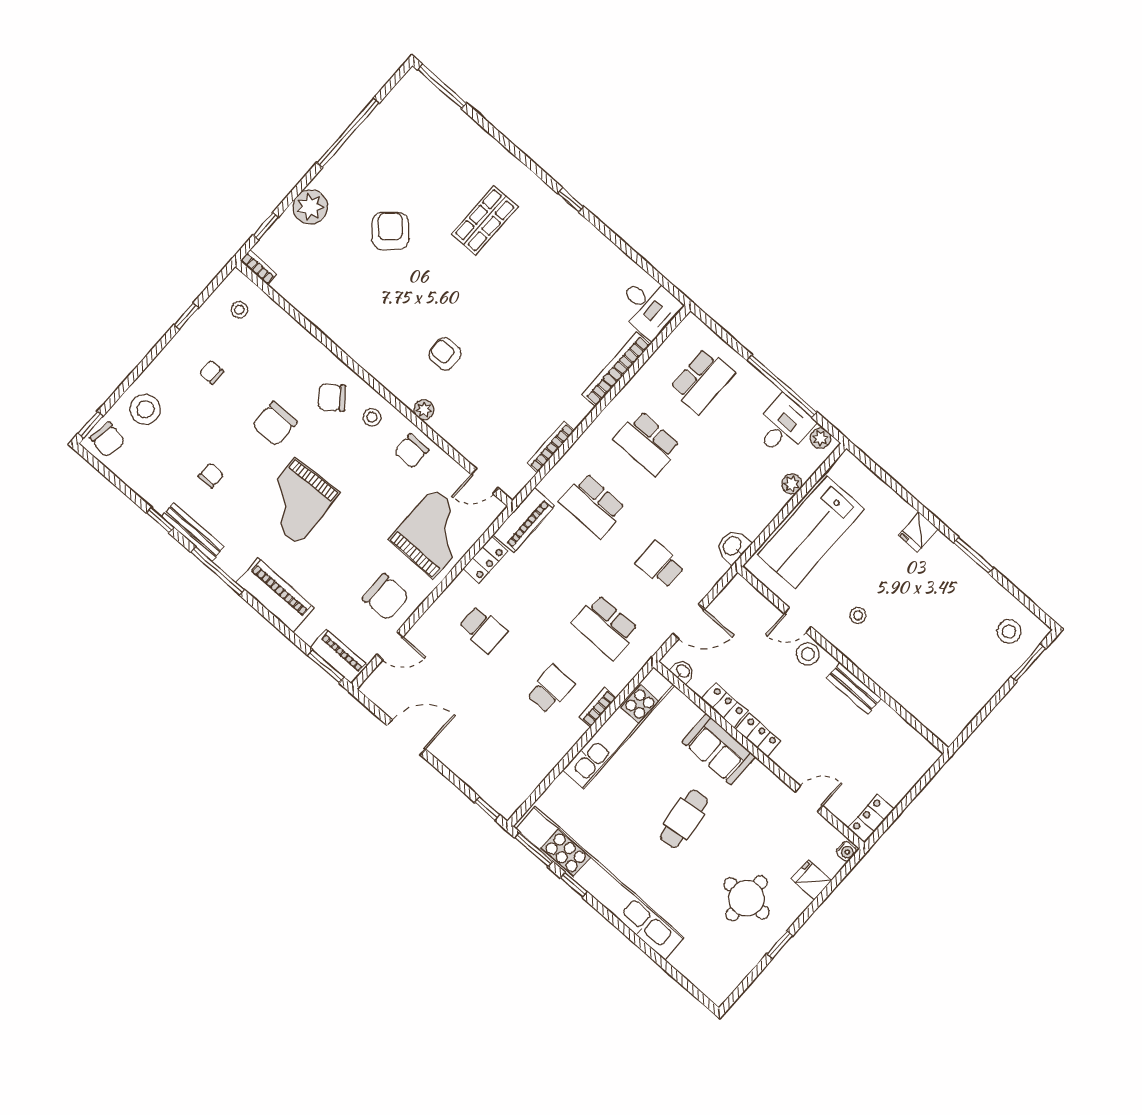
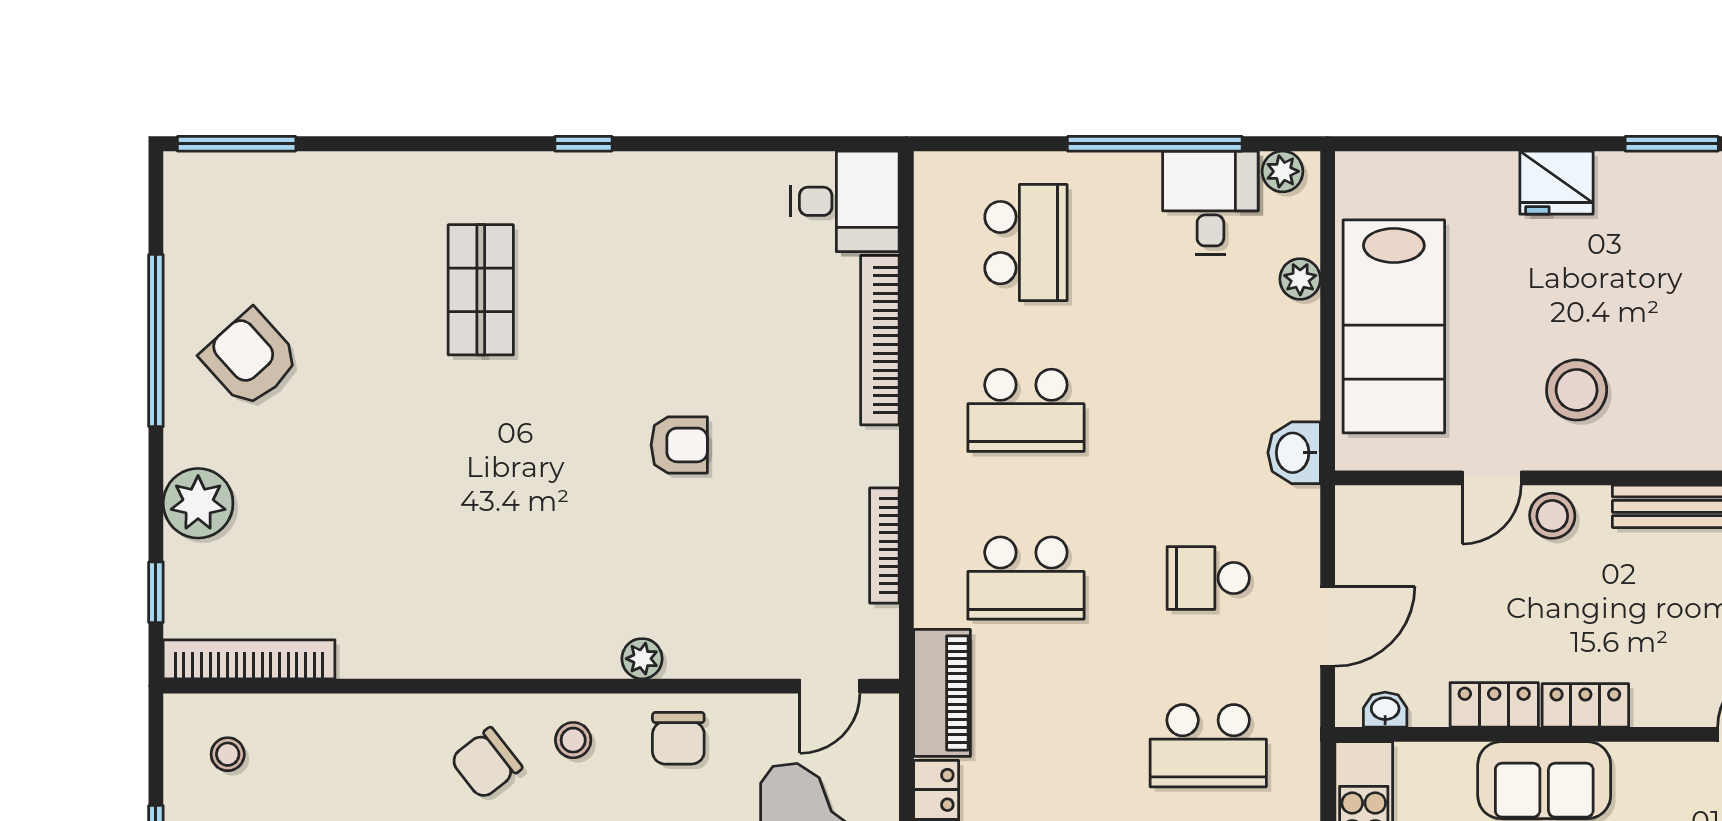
armchair: (390, 231) -> (250, 358), moved
bookcase: (259, 267) -> (249, 659), width x2.31, depth x1.31
armchair: (445, 354) -> (679, 445), moved, turned 180
fridge: (918, 532) -> (1556, 183), width x1.38
stool: (858, 615) -> (1577, 390), width x1.89, depth x1.89

